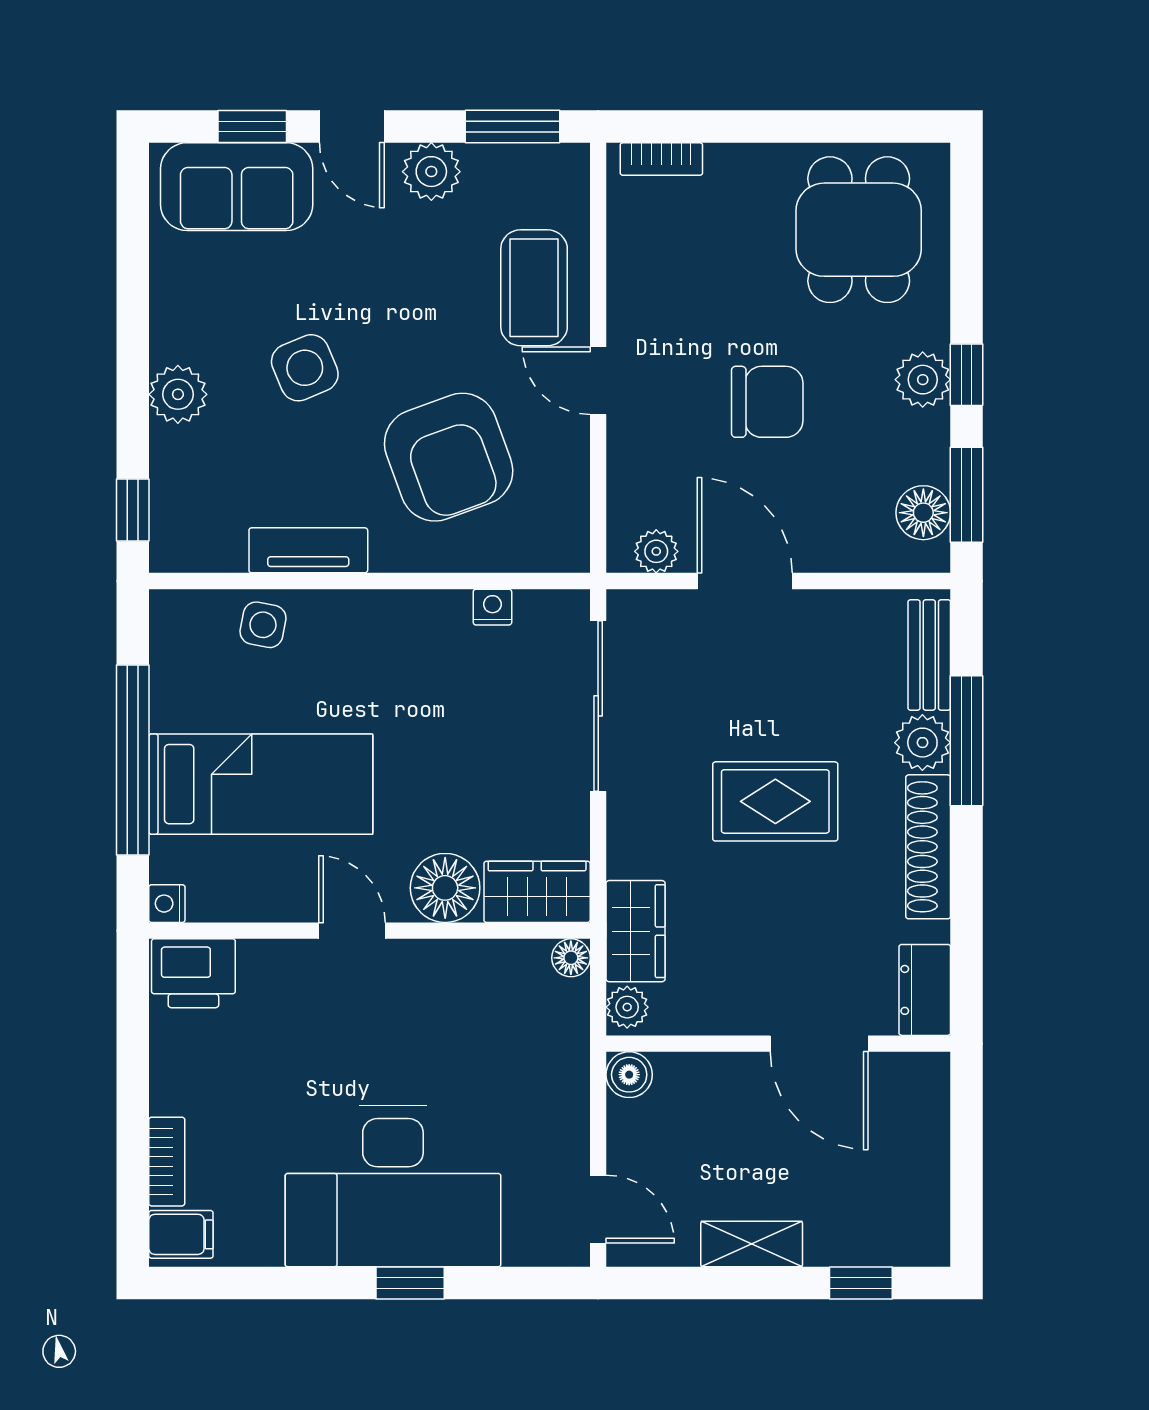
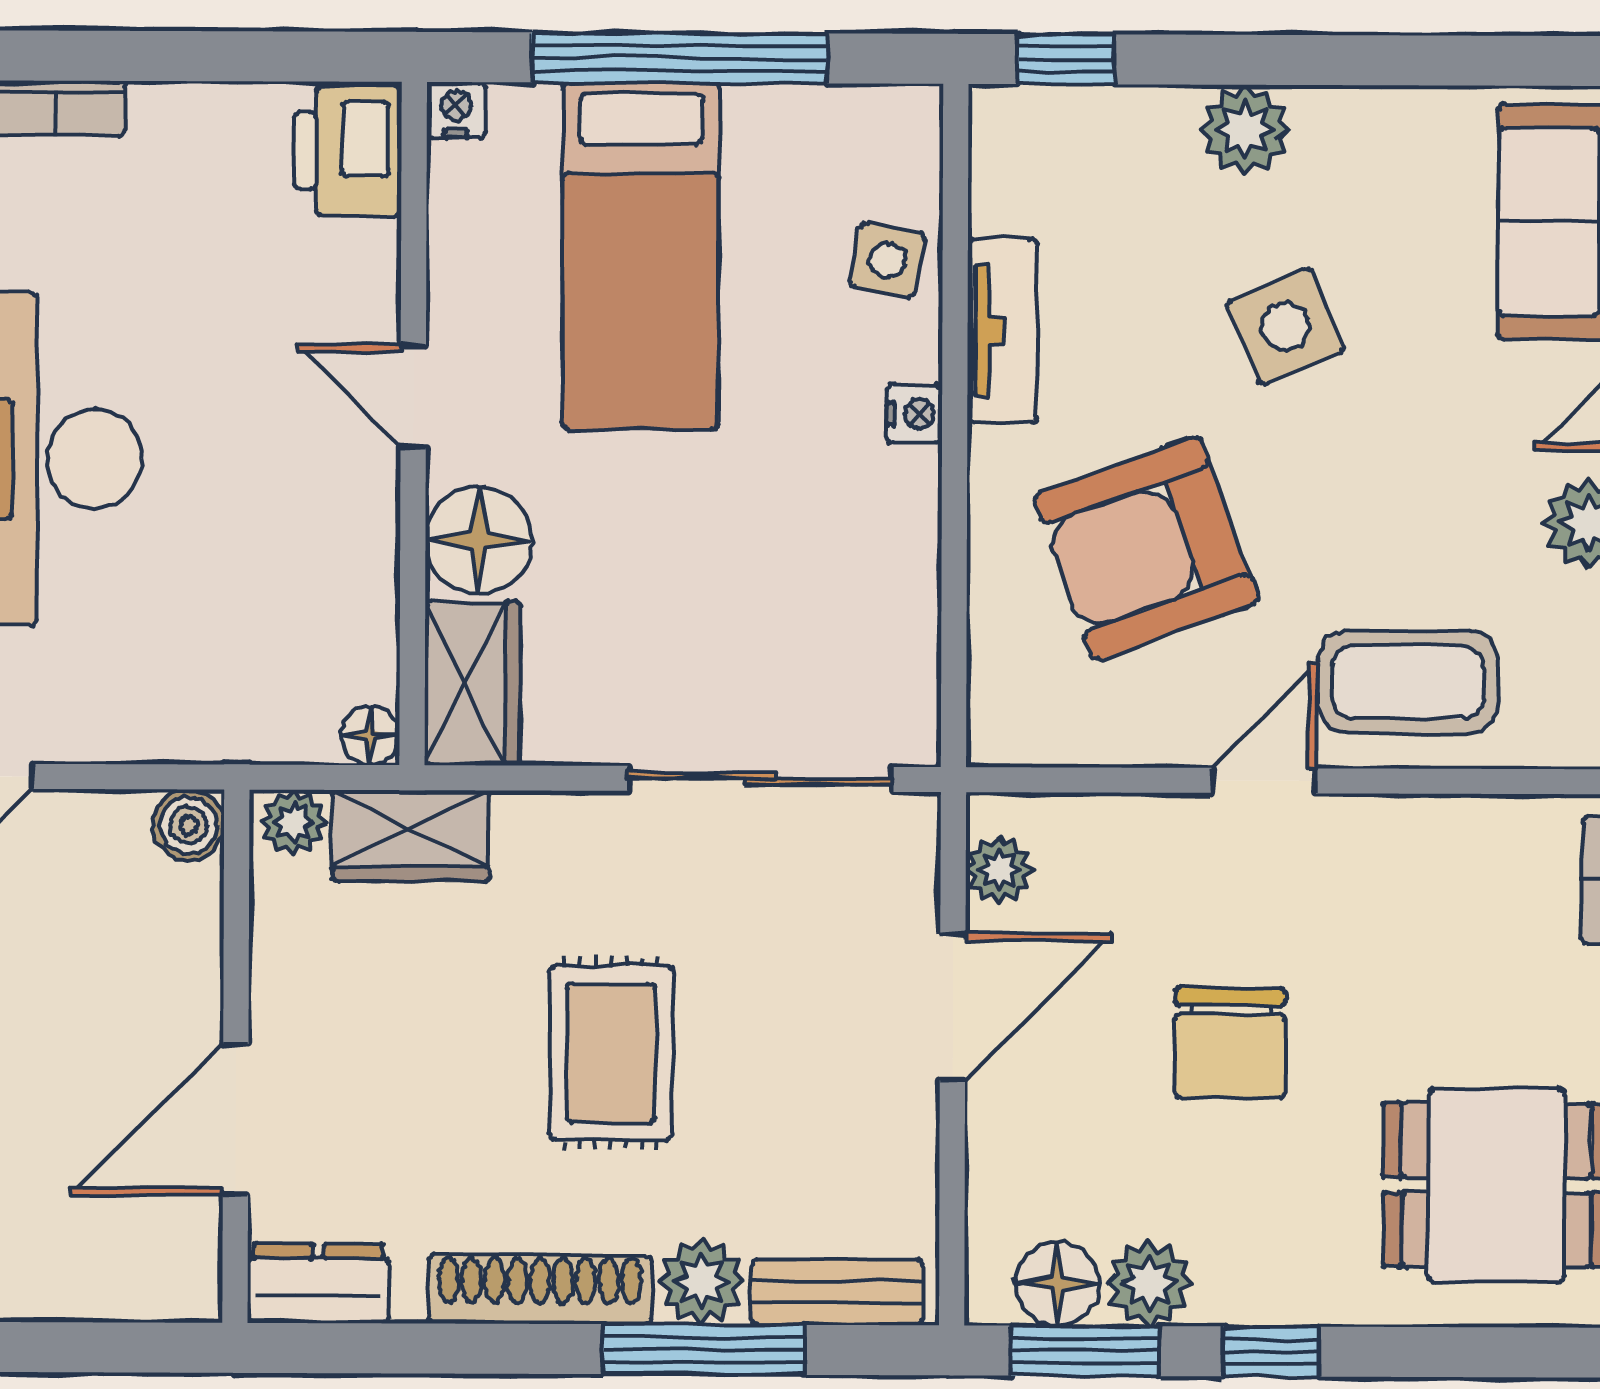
plant: (923, 380) -> (1149, 1283), moved
nightstand: (492, 607) -> (914, 414), moved
door: (352, 931) -> (413, 396), swing flipped

